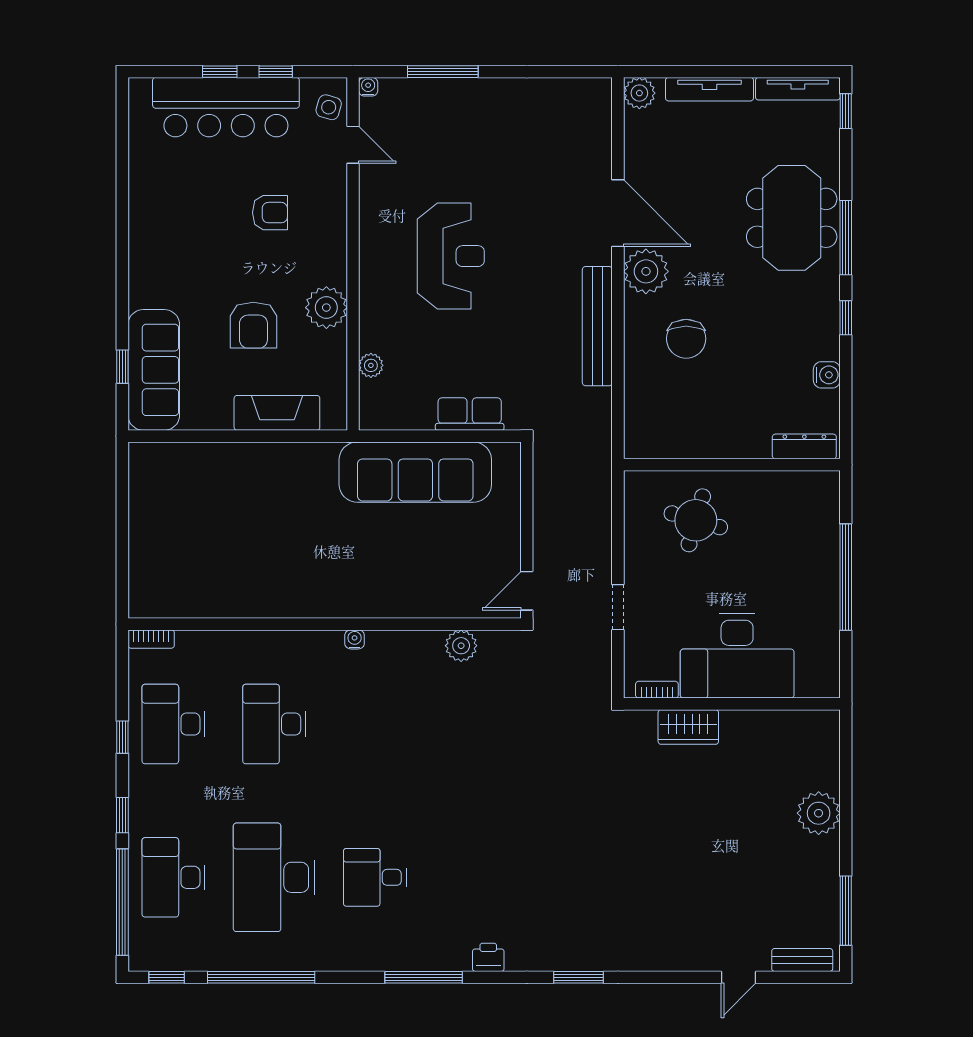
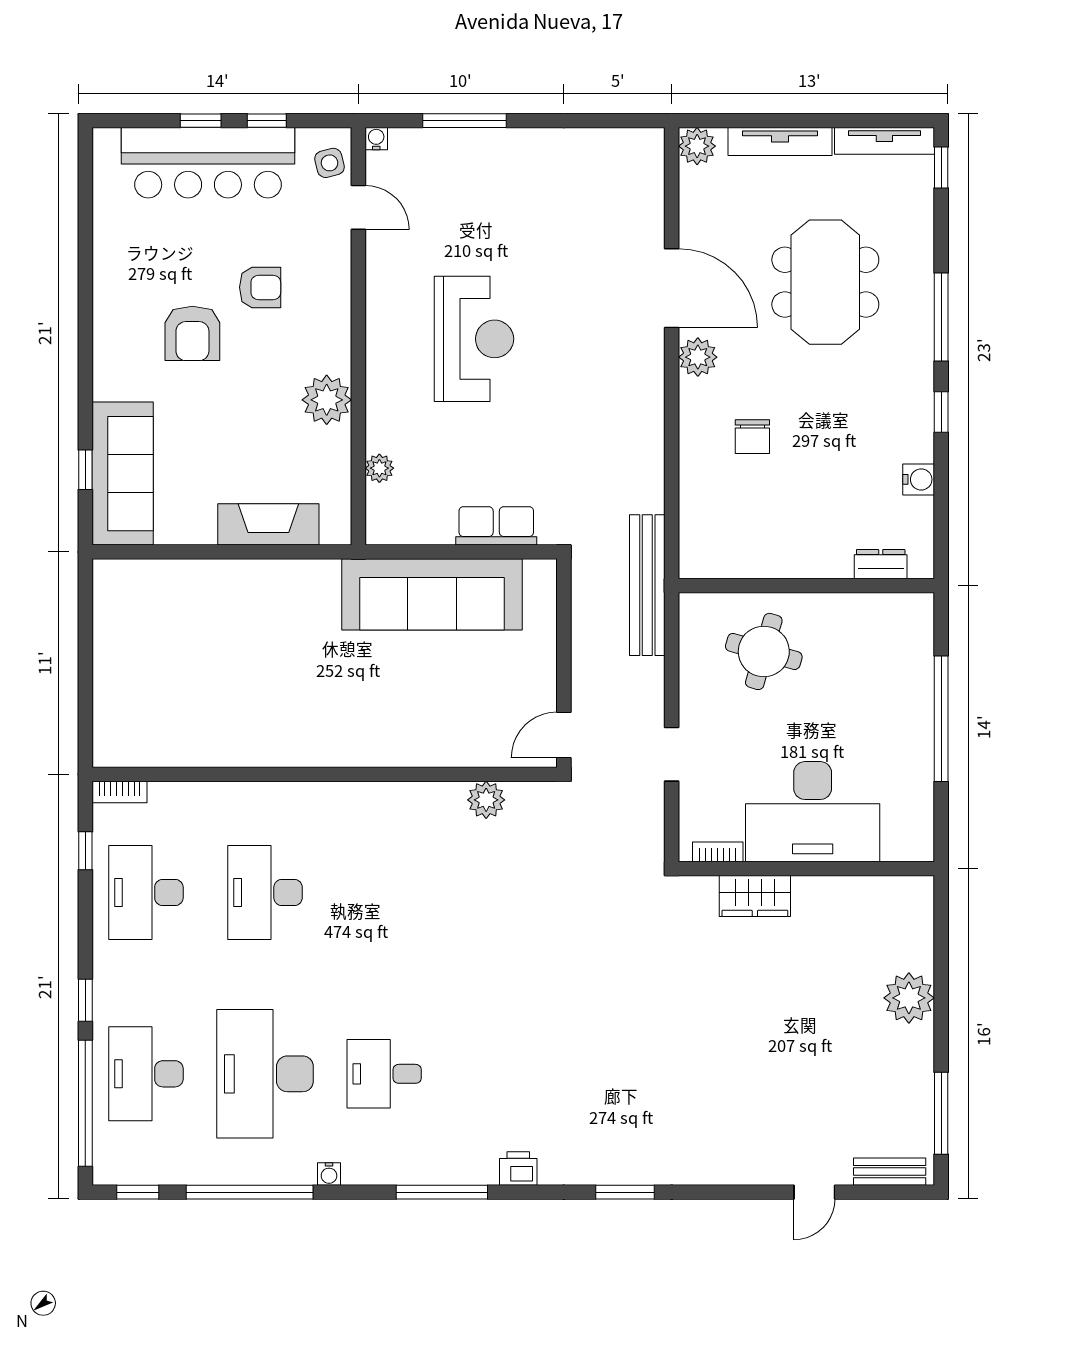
side table: (329, 107) -> (329, 163), turned -30
meeting table: (792, 218) -> (825, 282), moved
plant: (646, 271) -> (698, 357), width x0.73, depth x0.73
armchair: (253, 325) -> (192, 333), moved
bench: (597, 326) -> (647, 585), moved
chair: (686, 339) -> (752, 437), width x0.73, depth x0.73
dresser: (804, 446) -> (881, 564), width x0.70
water cooler: (355, 639) -> (329, 1174), moved, turned 180
window: (122, 737) -> (85, 851), moved

